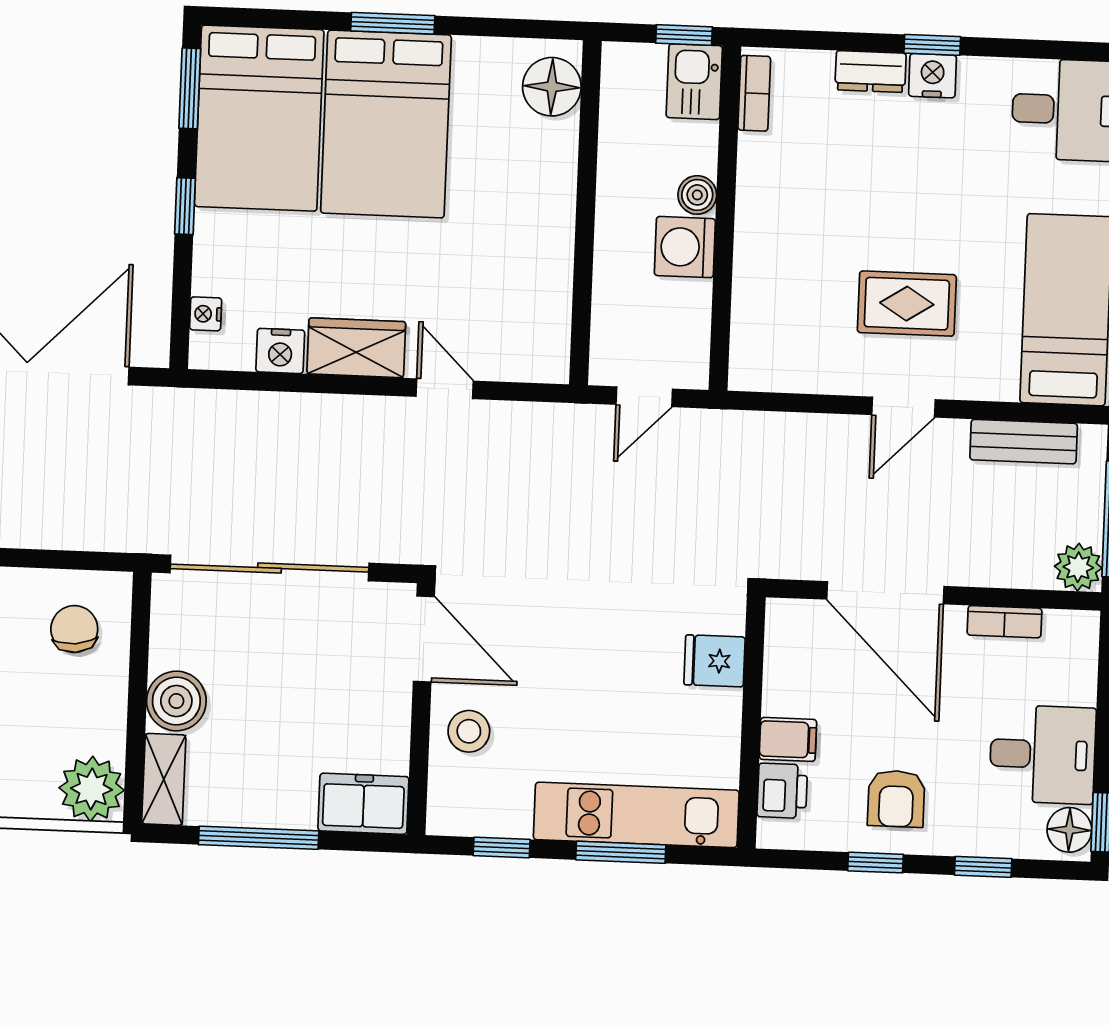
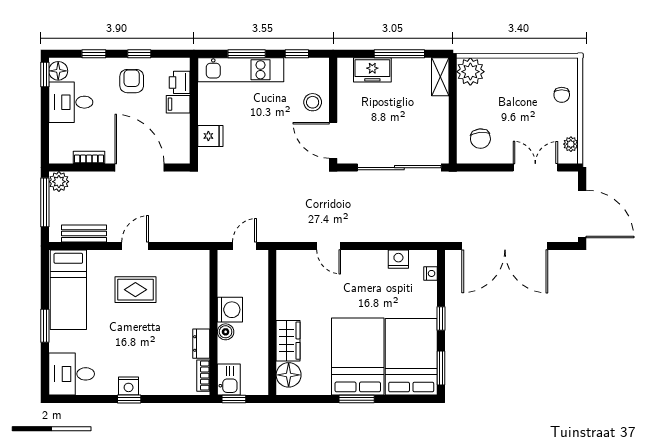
dresser: (871, 71) -> (201, 344), moved, turned -90
wardrobe: (356, 348) -> (288, 341), moved, turned -90
boiler: (176, 701) -> (436, 110), removed
freezer: (363, 804) -> (372, 70), moved

